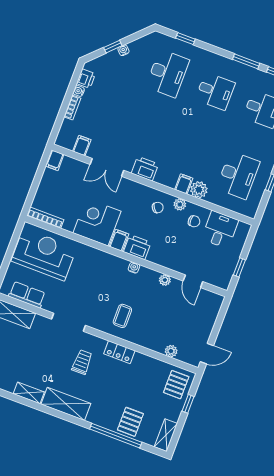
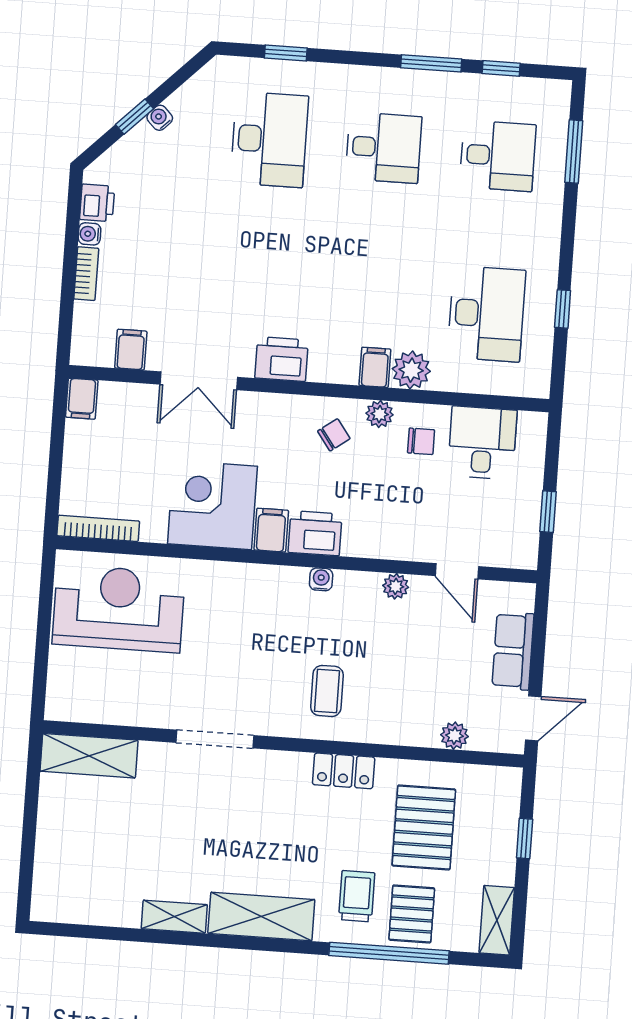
row of seats: (27, 295) -> (513, 651), moved, turned -90
trolley: (82, 362) -> (357, 896), moved
pallet: (176, 385) -> (424, 827), moved, width x1.50, depth x1.42

